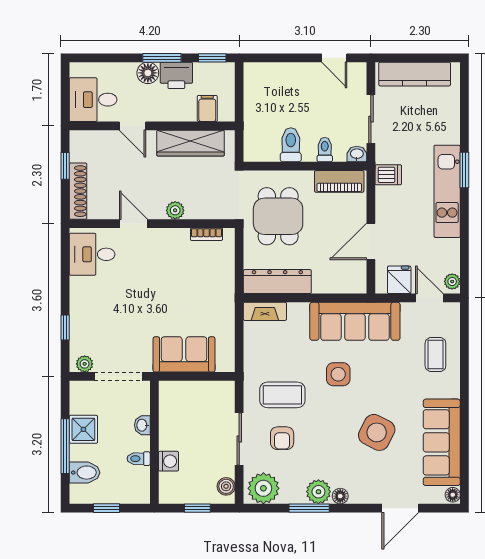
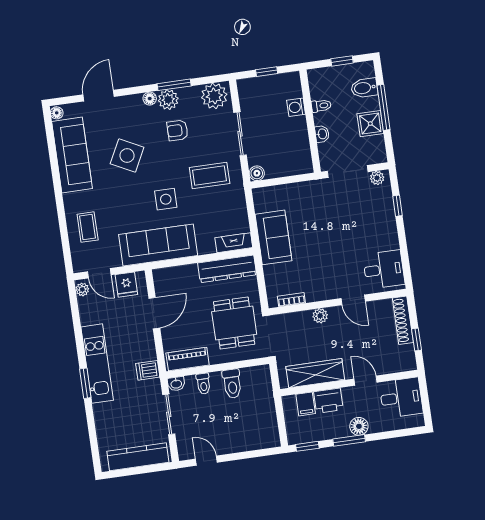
printer: (176, 75) -> (328, 401), moved, turned 180
sofa: (184, 354) -> (273, 237), moved, turned -90
armchair: (282, 438) -> (177, 130), moved, turned -90
boiler: (226, 486) -> (257, 173), moved

